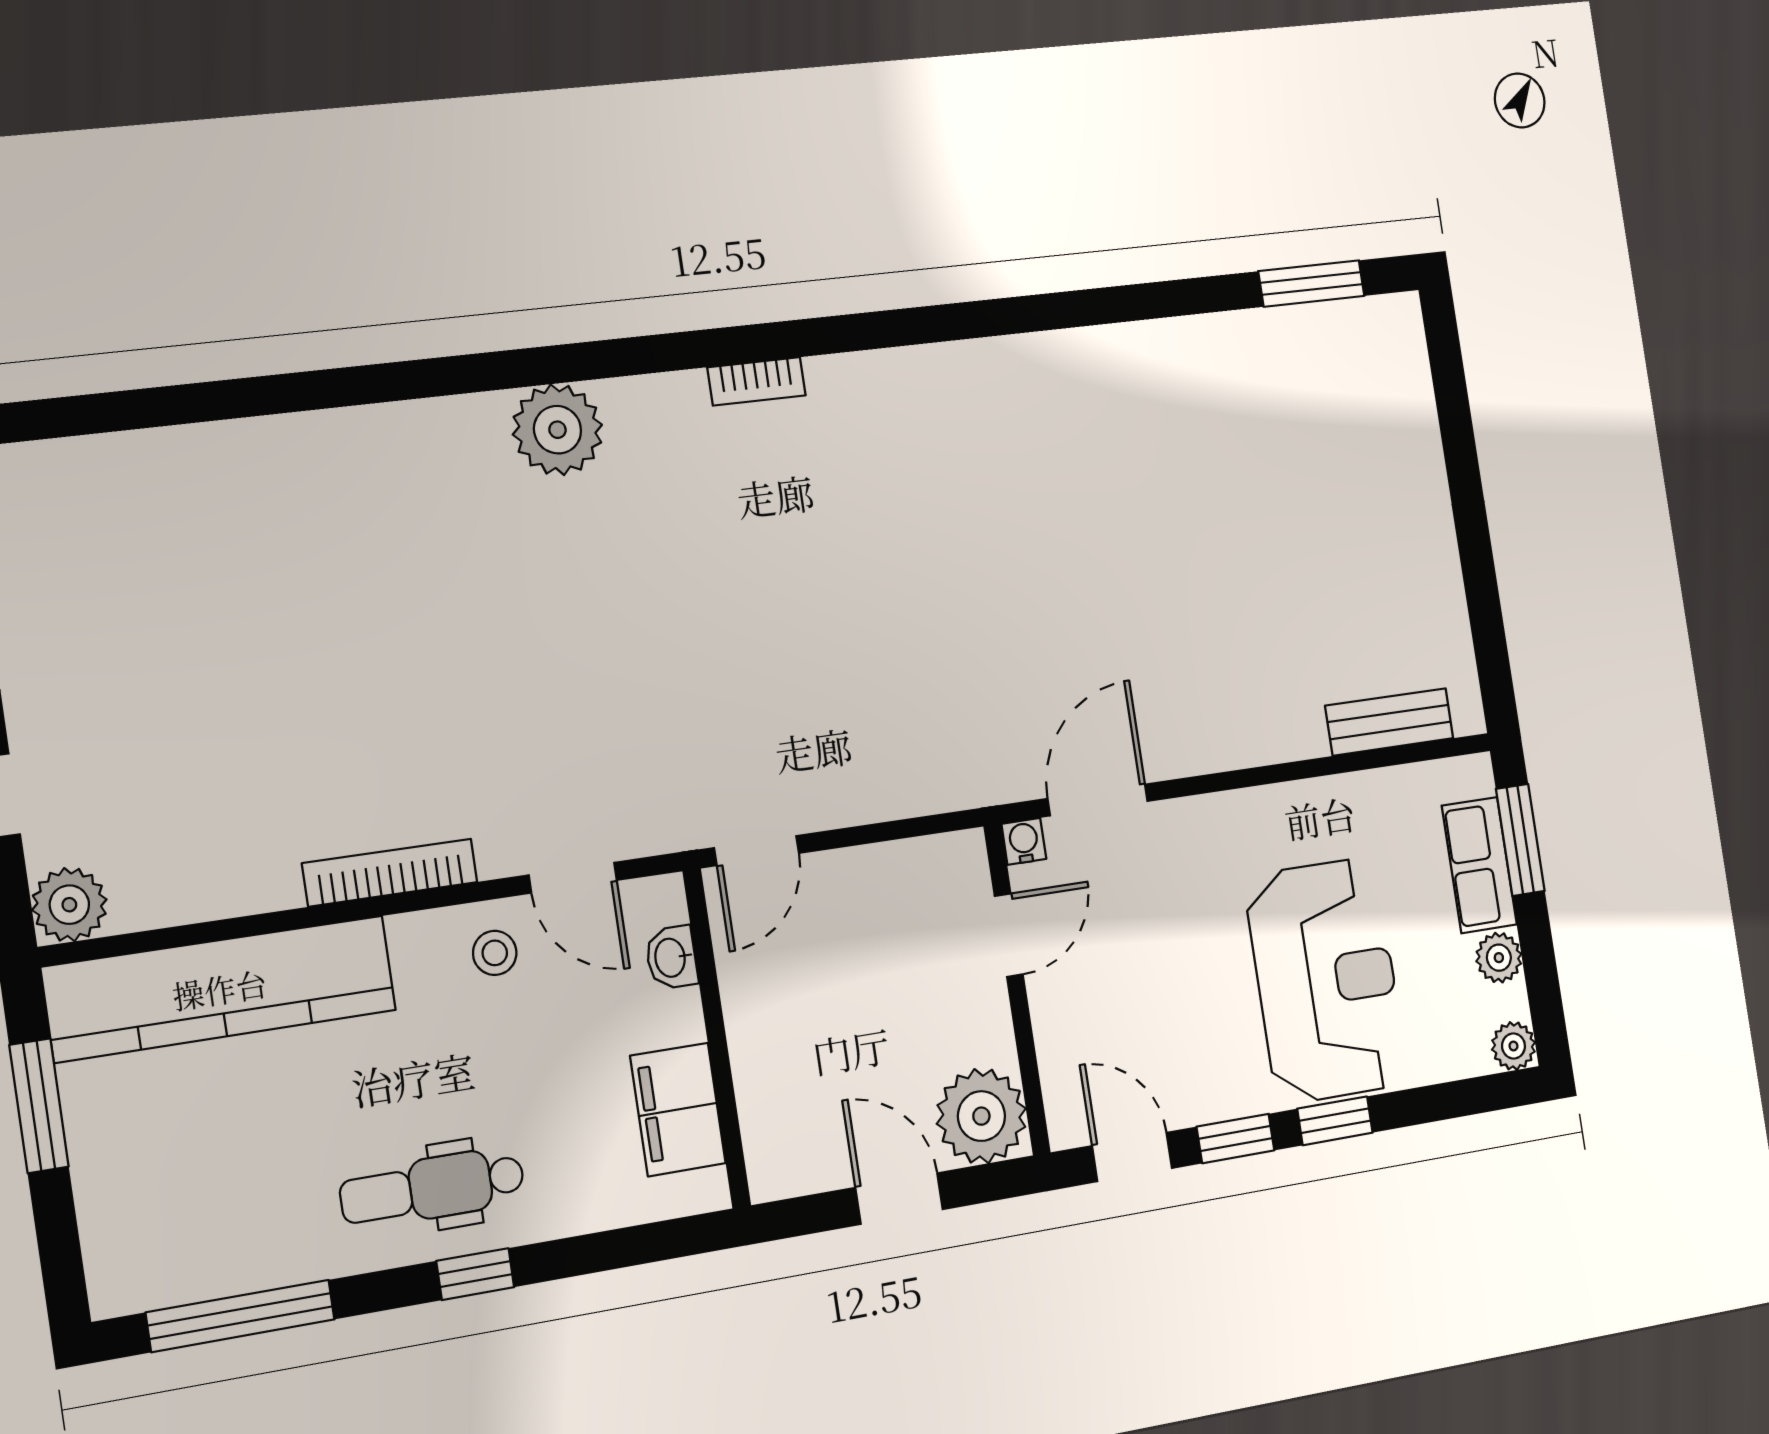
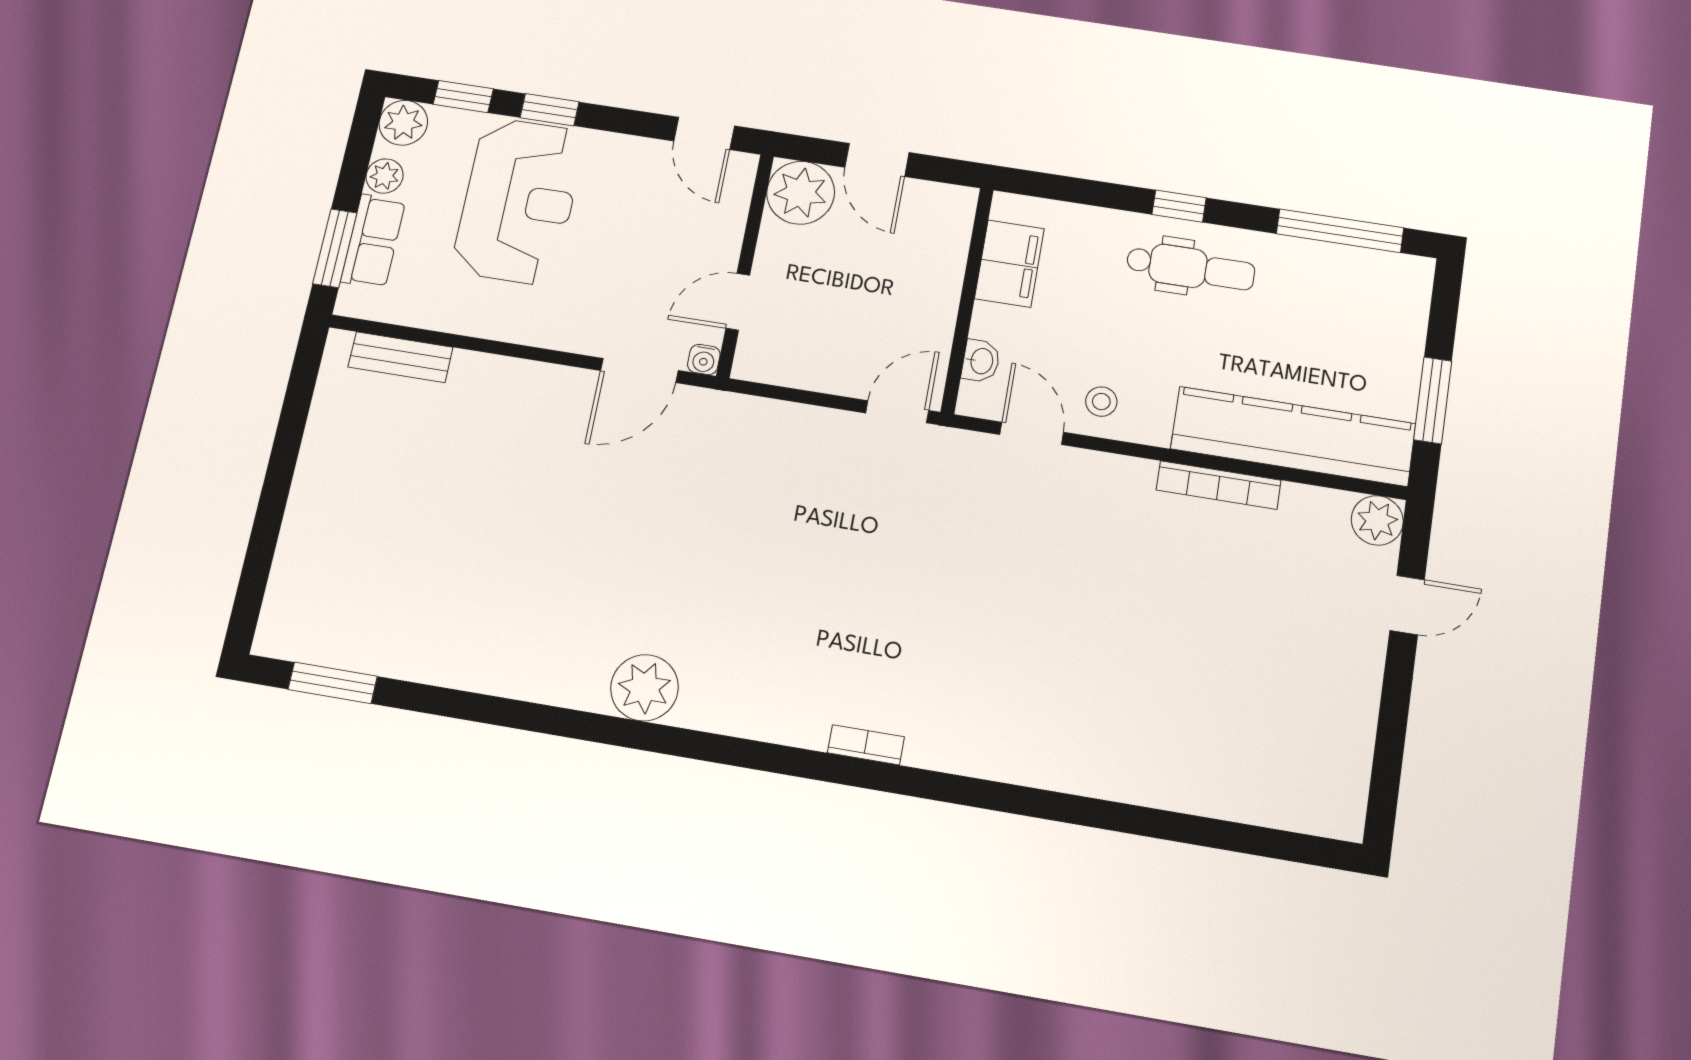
bookcase: (757, 381) -> (866, 745), moved
plant: (557, 430) -> (644, 688), moved
bookcase: (390, 873) -> (1218, 485), moved
reception desk: (1326, 980) -> (519, 201), turned 180
plant: (1513, 1046) -> (403, 123), width x1.38, depth x1.38
window: (1235, 1138) -> (463, 97), moved

